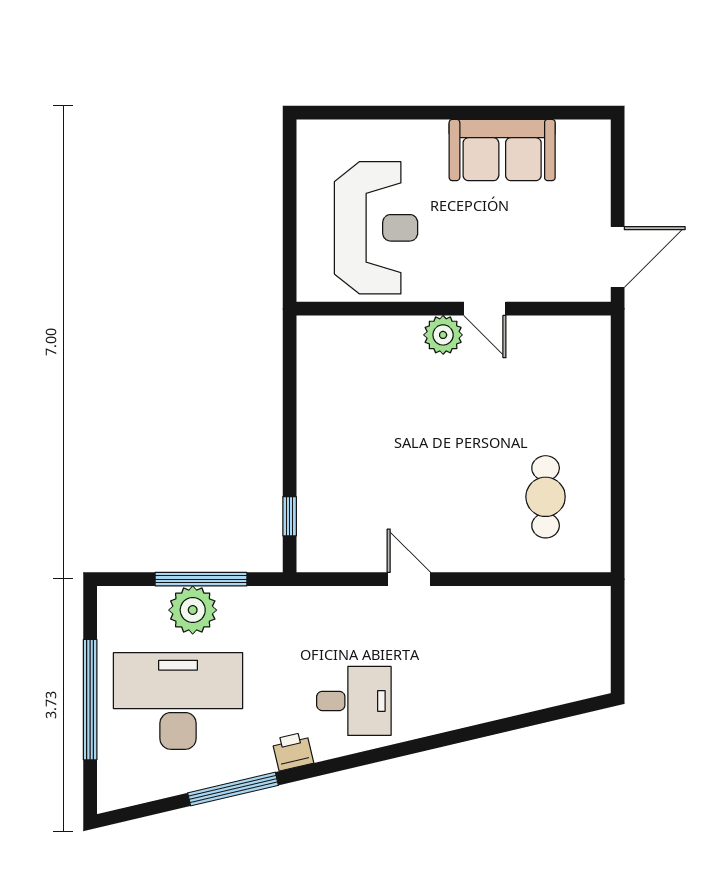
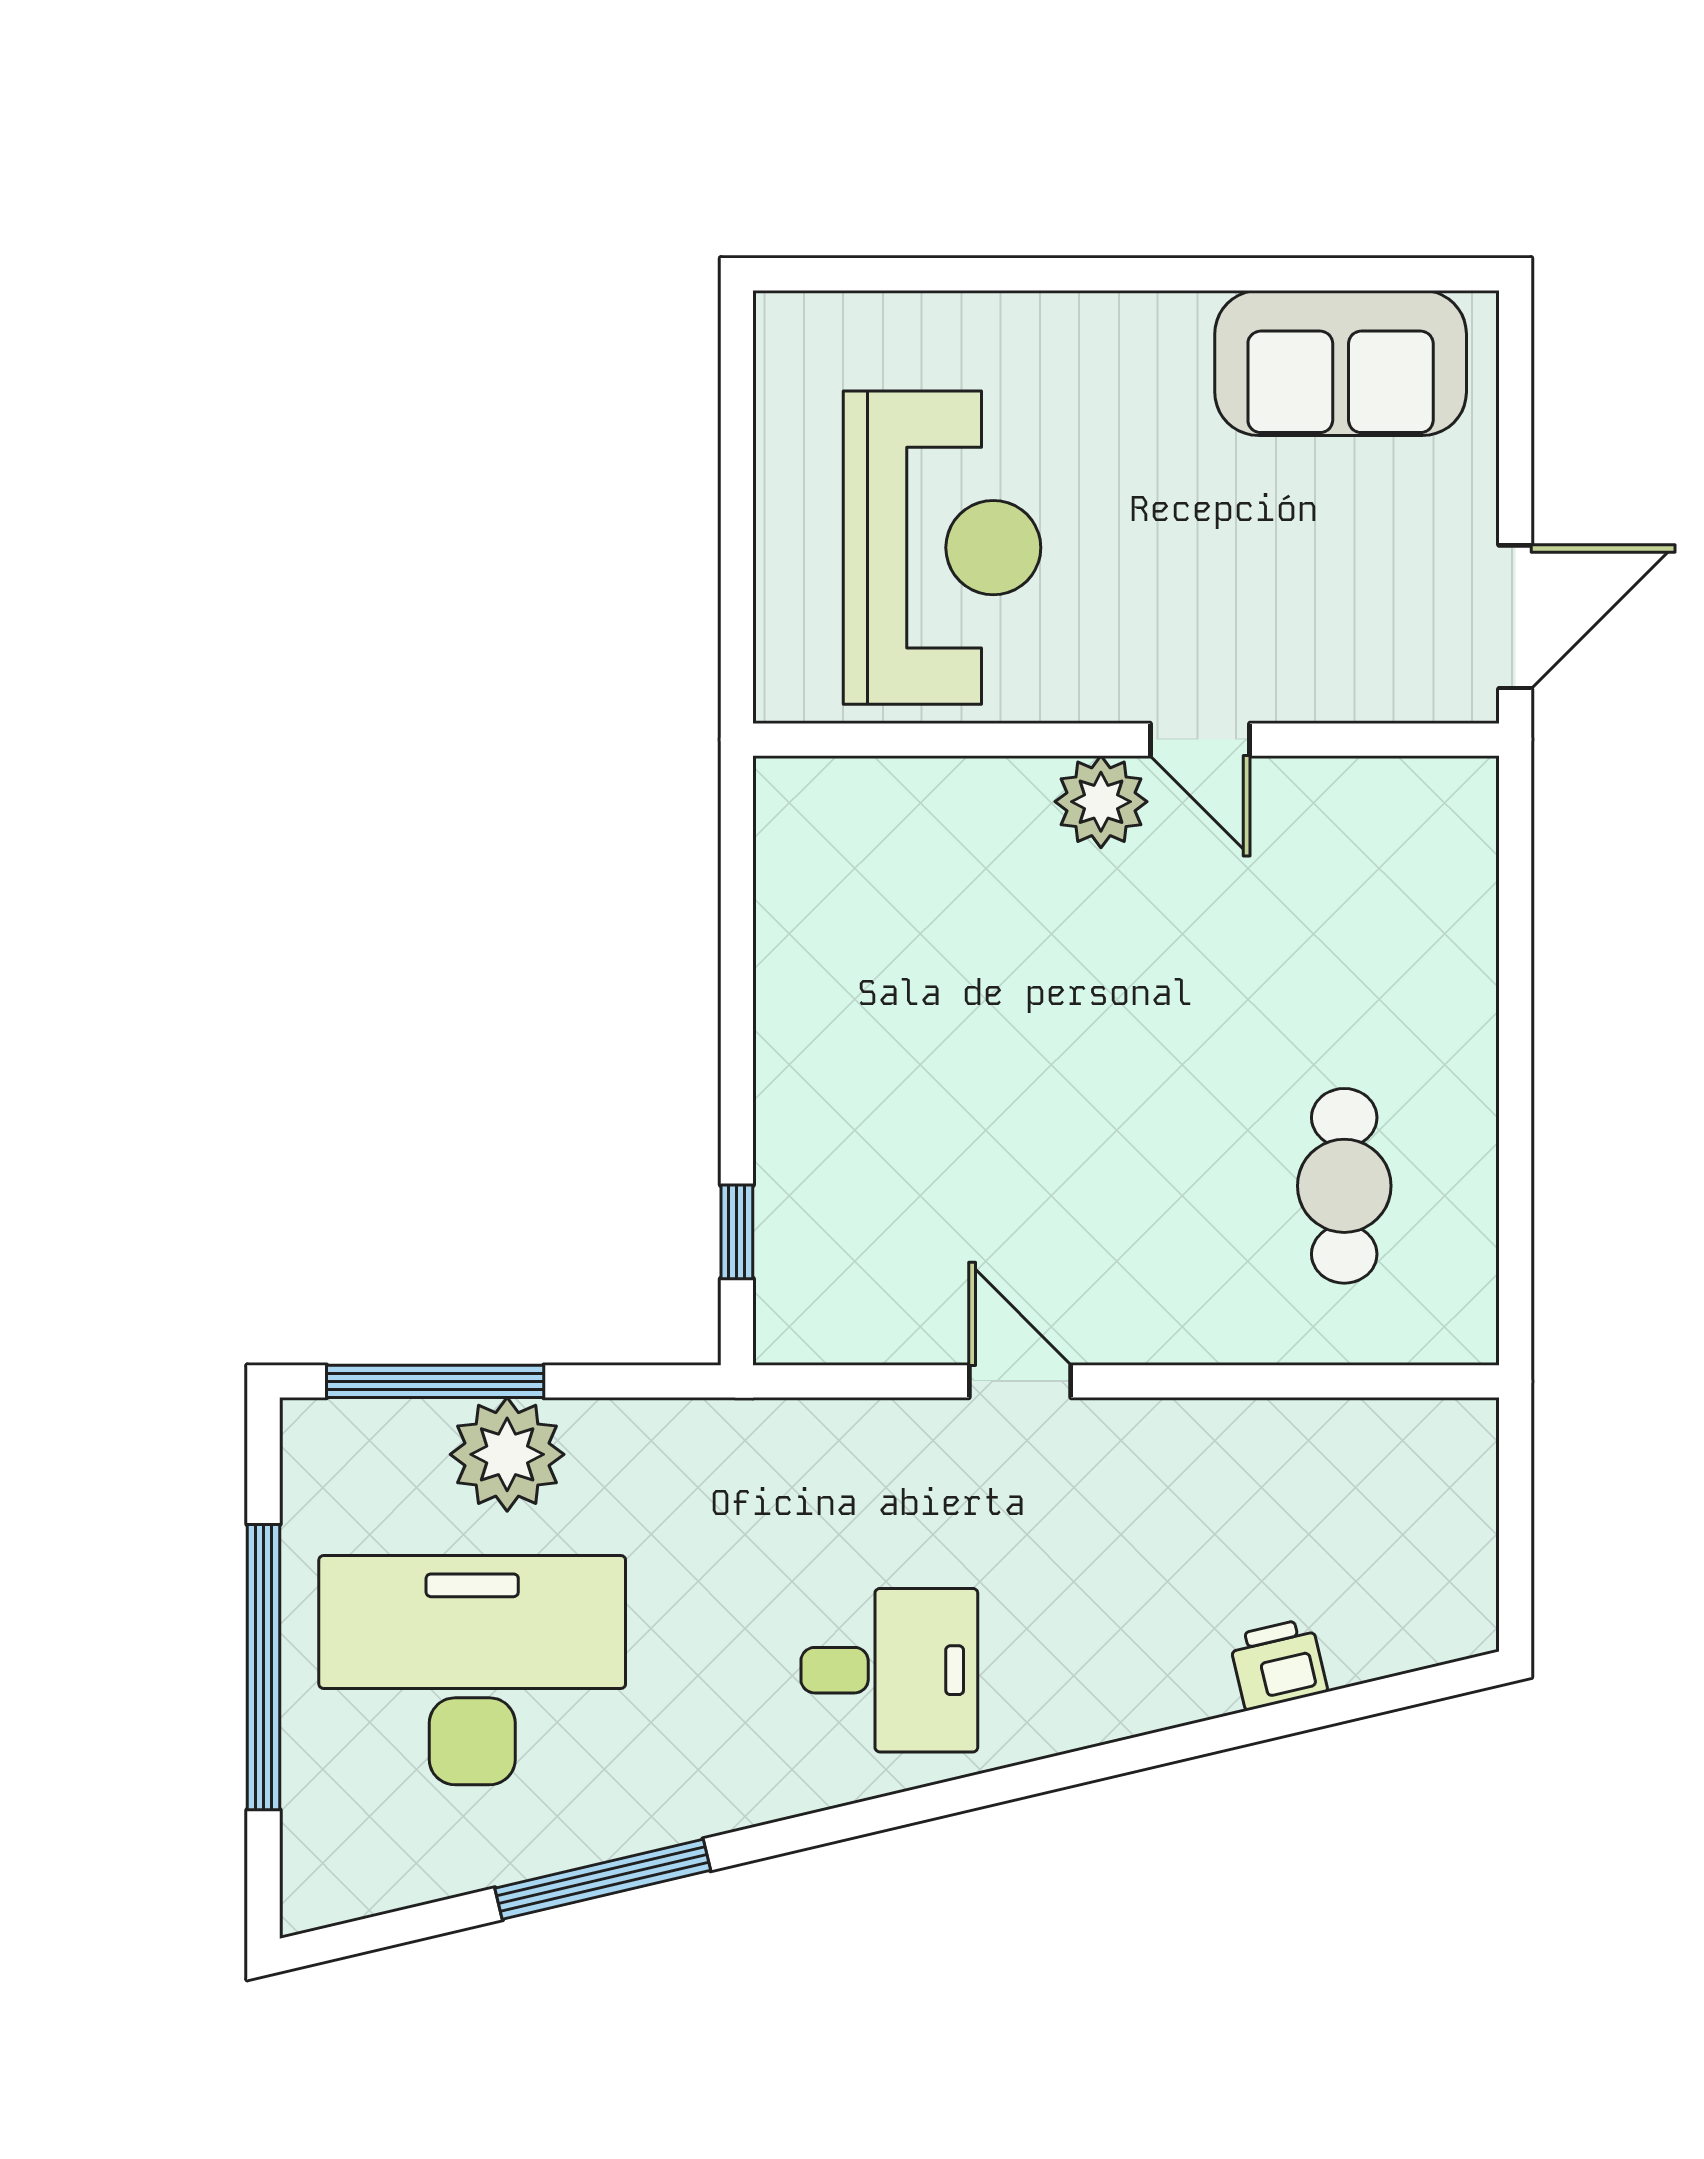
sofa: (502, 150) -> (1341, 363), moved
window: (201, 579) -> (435, 1381), moved
printer: (293, 751) -> (1278, 1664), moved

